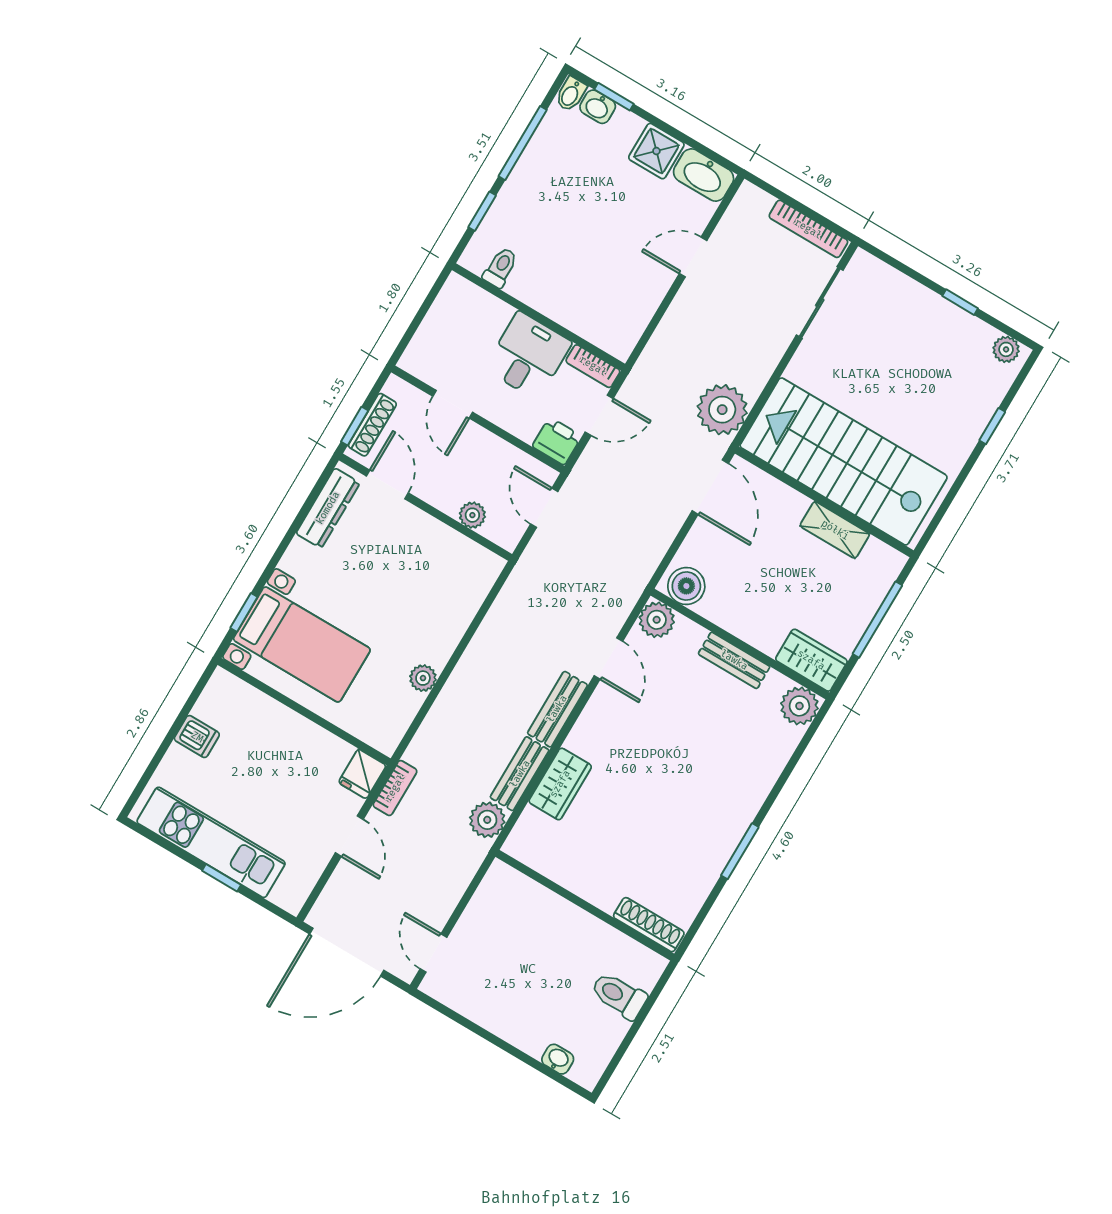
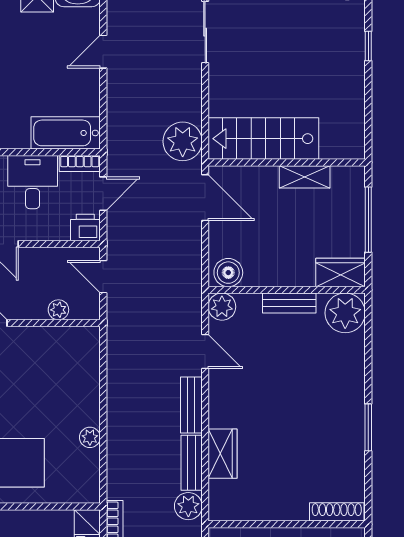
bathtub: (597, 323) -> (66, 133), added
stairs: (844, 461) -> (263, 139), width x0.73, depth x0.66
plant: (799, 706) -> (345, 313), width x1.36, depth x1.36

